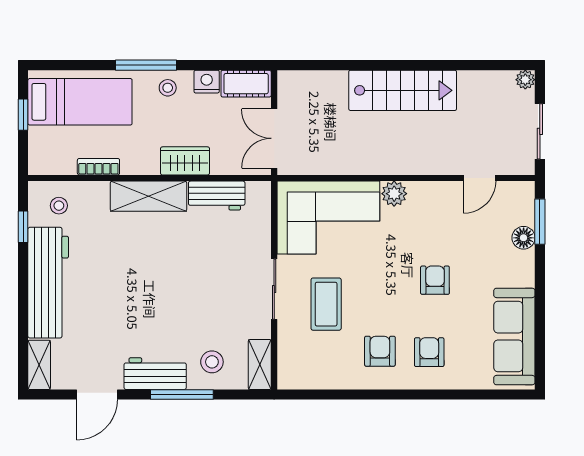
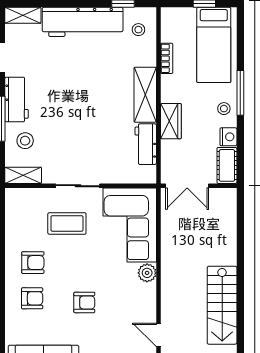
stairs: (403, 90) -> (222, 305), moved
double door: (274, 138) -> (187, 186), swing flipped

